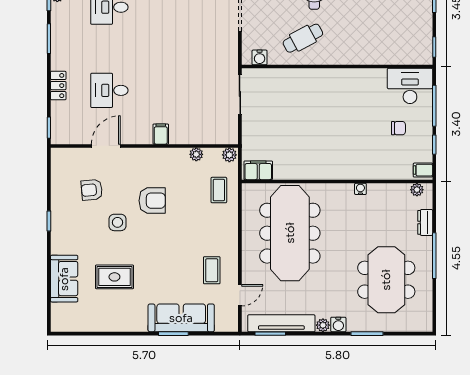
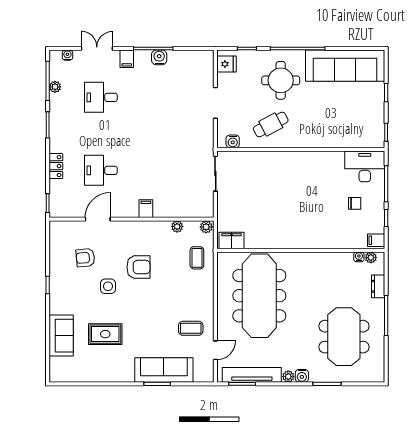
water cooler: (360, 189) -> (359, 257), moved
coffee table: (212, 270) -> (191, 328), turned 90

